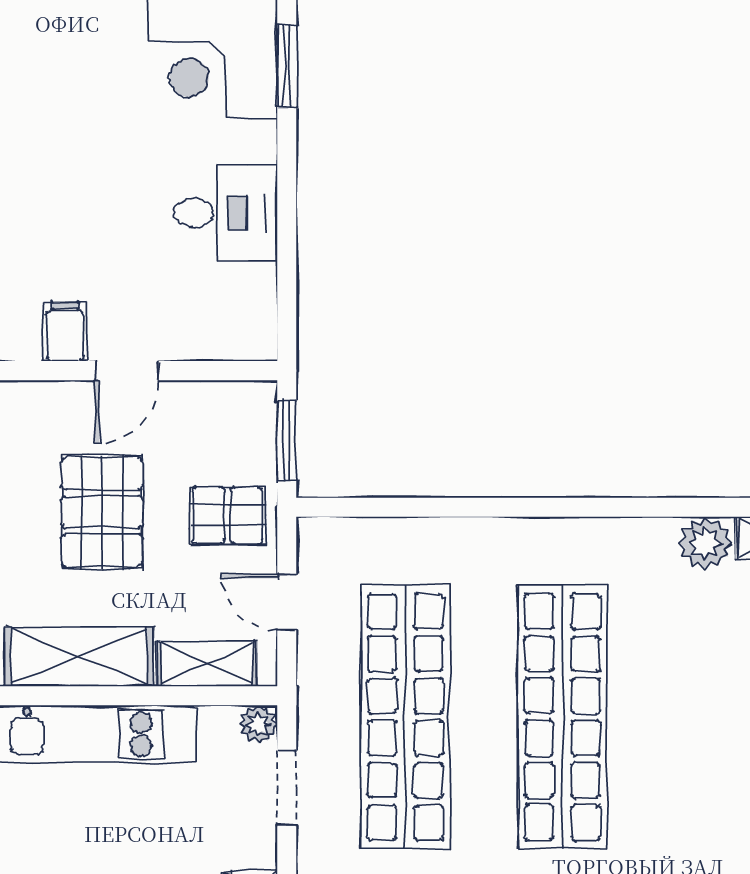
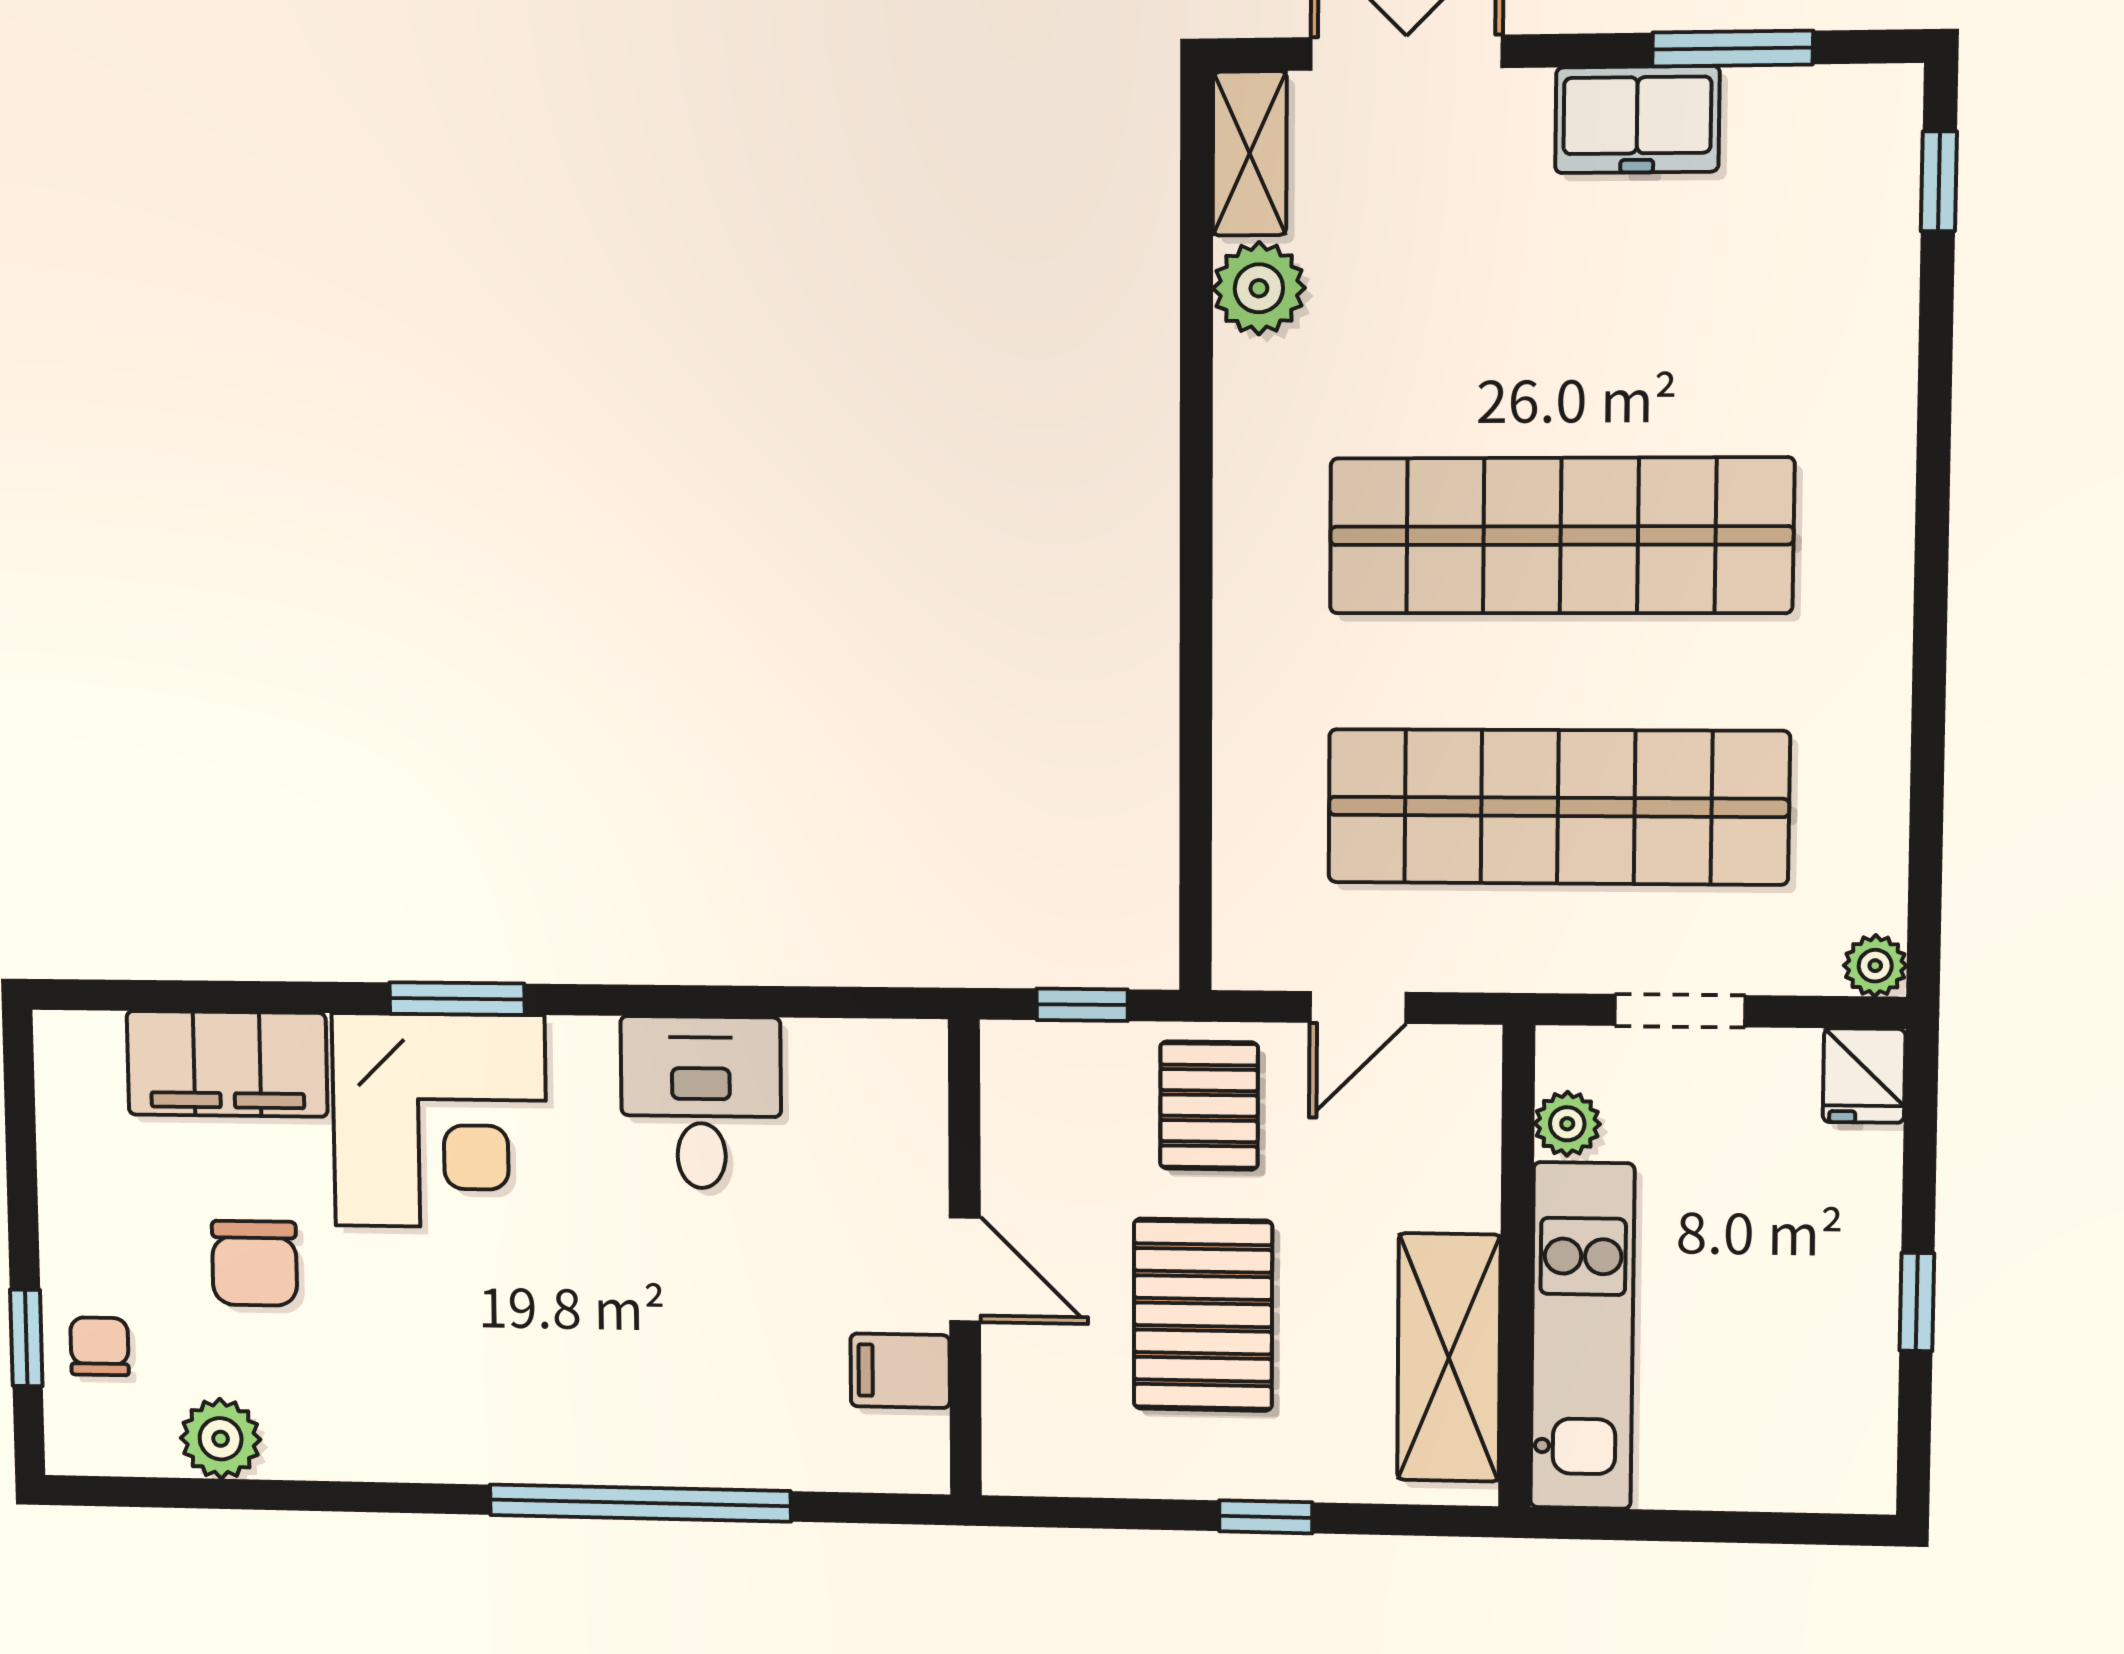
window: (287, 441) -> (1082, 1005), width x0.67
pallet: (102, 512) -> (1203, 1315), turned 90
shelving: (207, 664) -> (1463, 1143), removed
plant: (258, 724) -> (1567, 1124), moved

